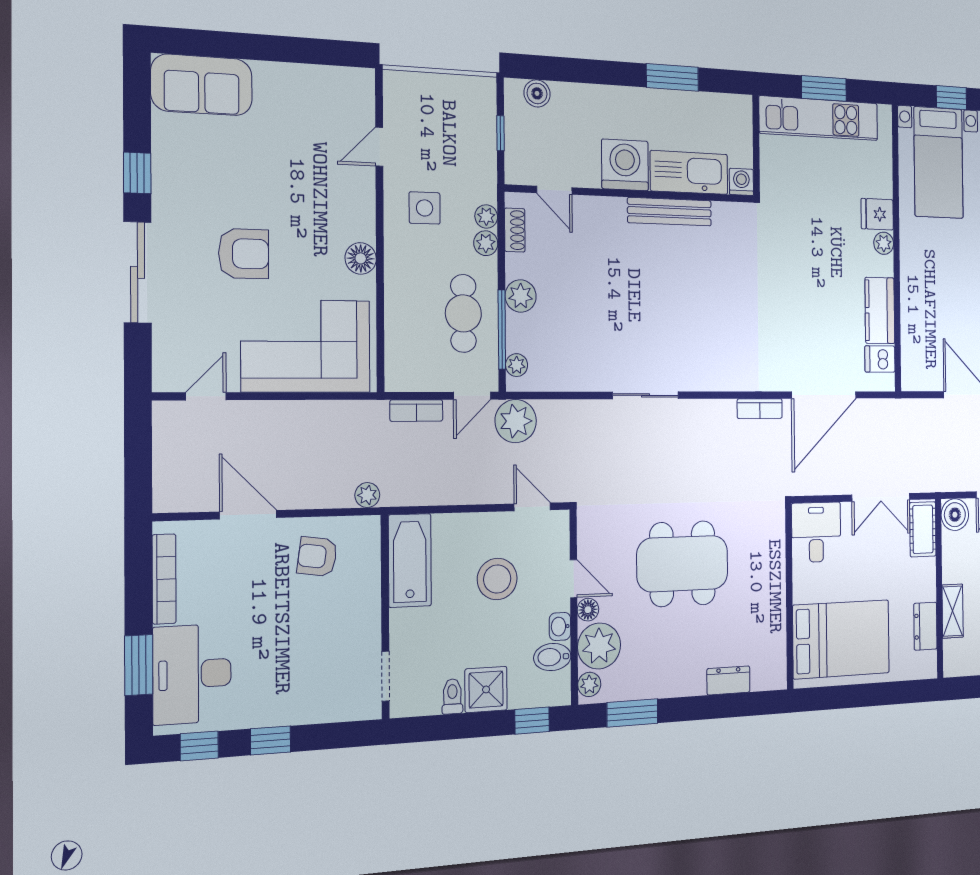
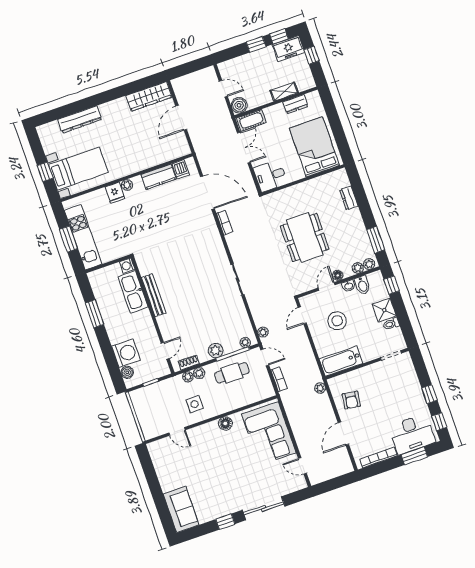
washing machine: (625, 165) -> (126, 353), moved, turned 180
armchair: (244, 254) -> (241, 471), removed
plant: (516, 421) -> (263, 332), width x0.53, depth x0.53
plant: (599, 646) -> (358, 268), width x0.53, depth x0.53

